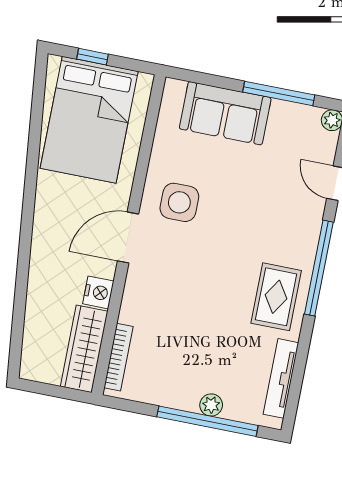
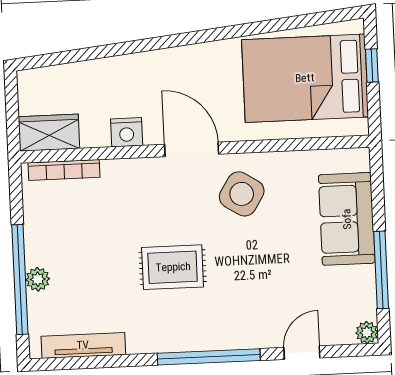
side table: (179, 202) -> (242, 194), turned 32
rug: (276, 297) -> (173, 267), moved
wardrobe: (84, 349) -> (49, 133), width x0.67

